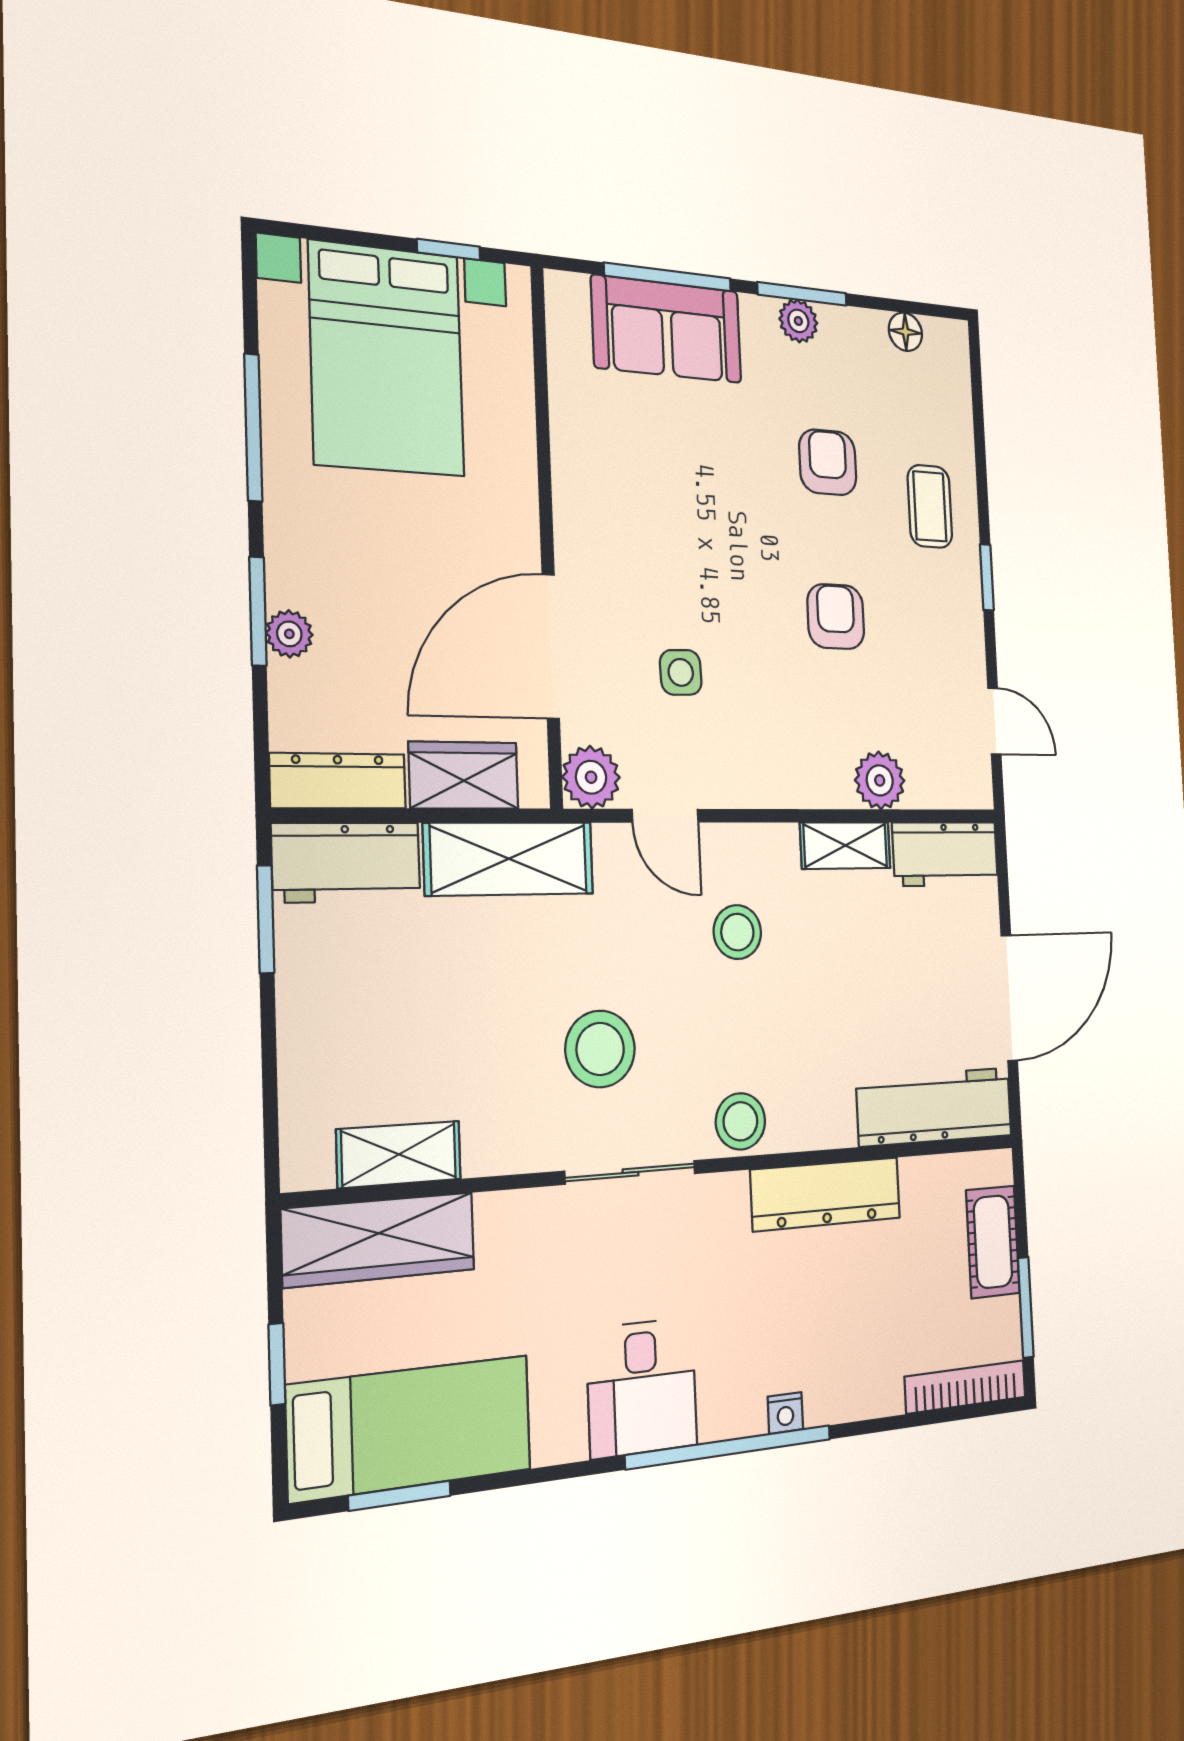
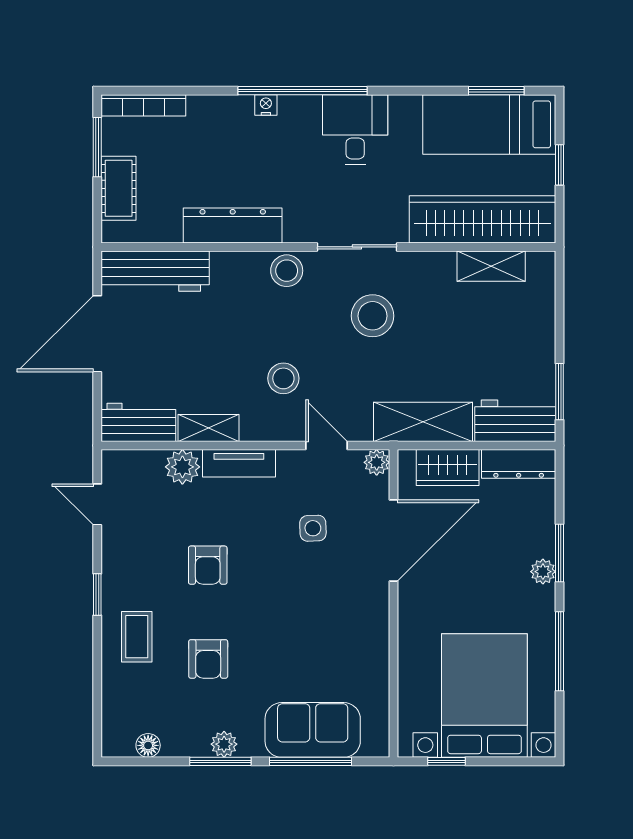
plant: (289, 634) -> (543, 572), moved
plant: (591, 777) -> (377, 462), width x0.73, depth x0.73
tv unit: (798, 786) -> (239, 463), added
wardrobe: (379, 1239) -> (483, 219), width x1.40, depth x1.17

